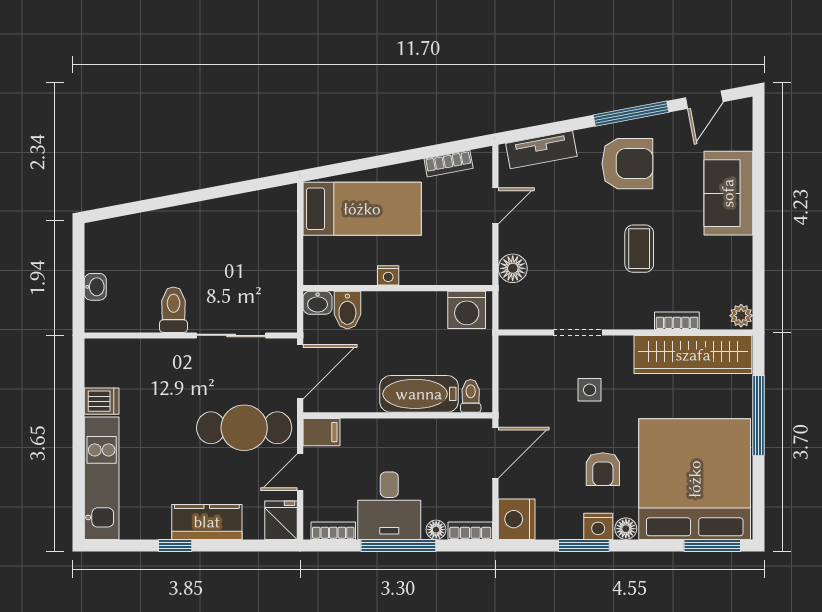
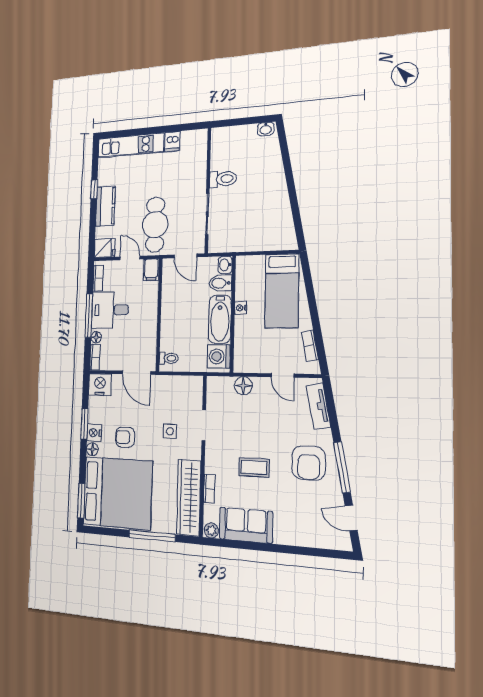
sofa: (728, 193) -> (246, 525), moved
washbasin: (95, 287) -> (266, 129), moved
door: (300, 372) -> (185, 256), width x0.73
bathtub: (419, 394) -> (220, 319), moved, turned 180

